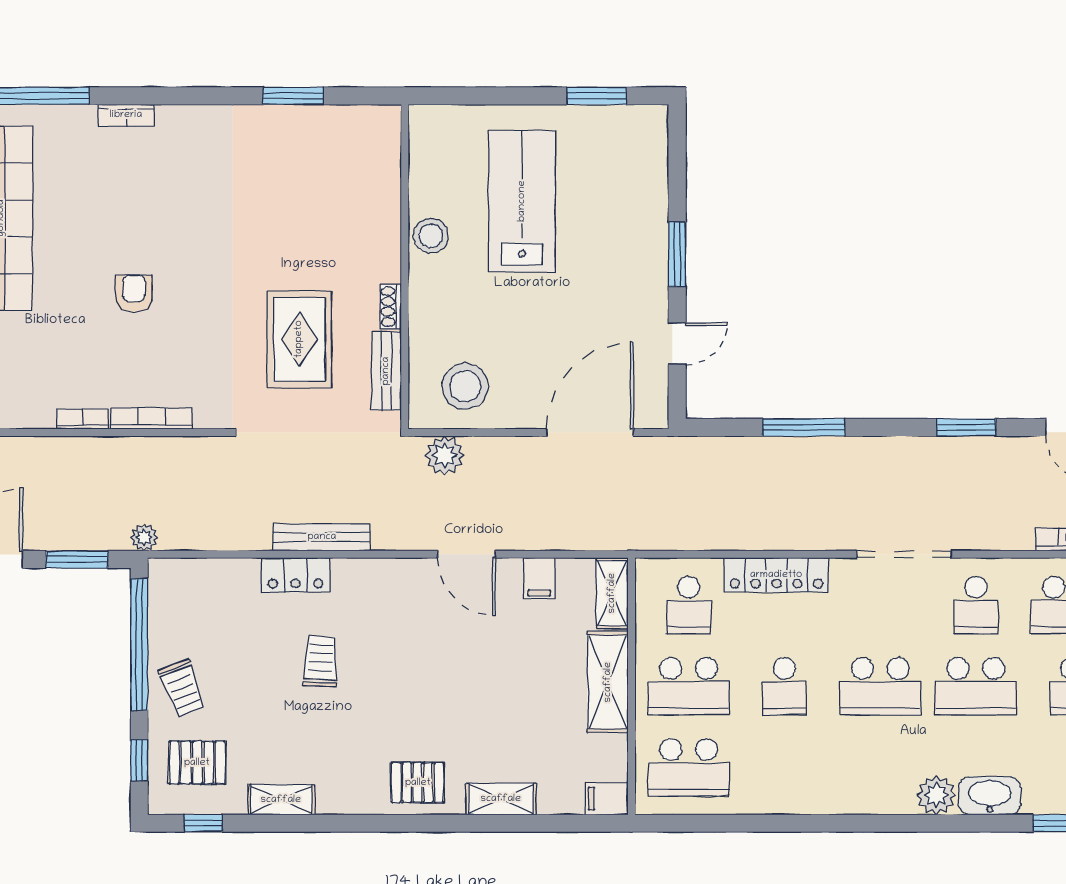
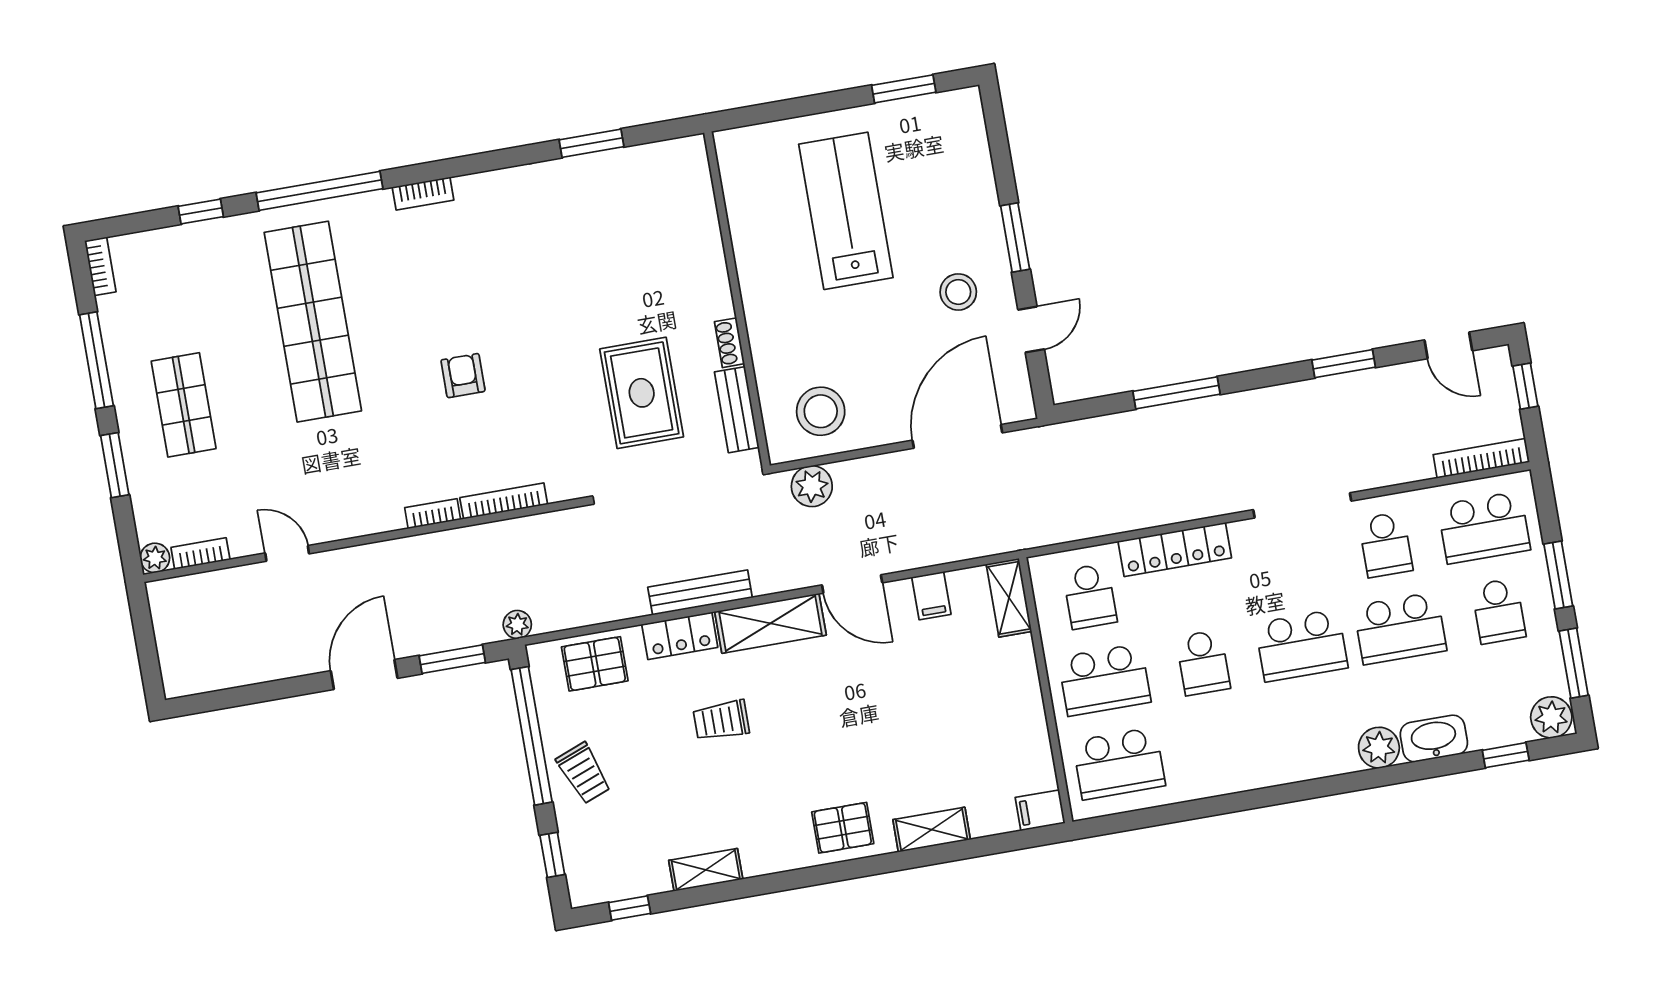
stool: (431, 236) -> (958, 292), moved
trolley: (321, 661) -> (721, 720), turned -93
shelving: (608, 682) -> (770, 623), moved, turned 90
pallet: (197, 763) -> (595, 664), moved

